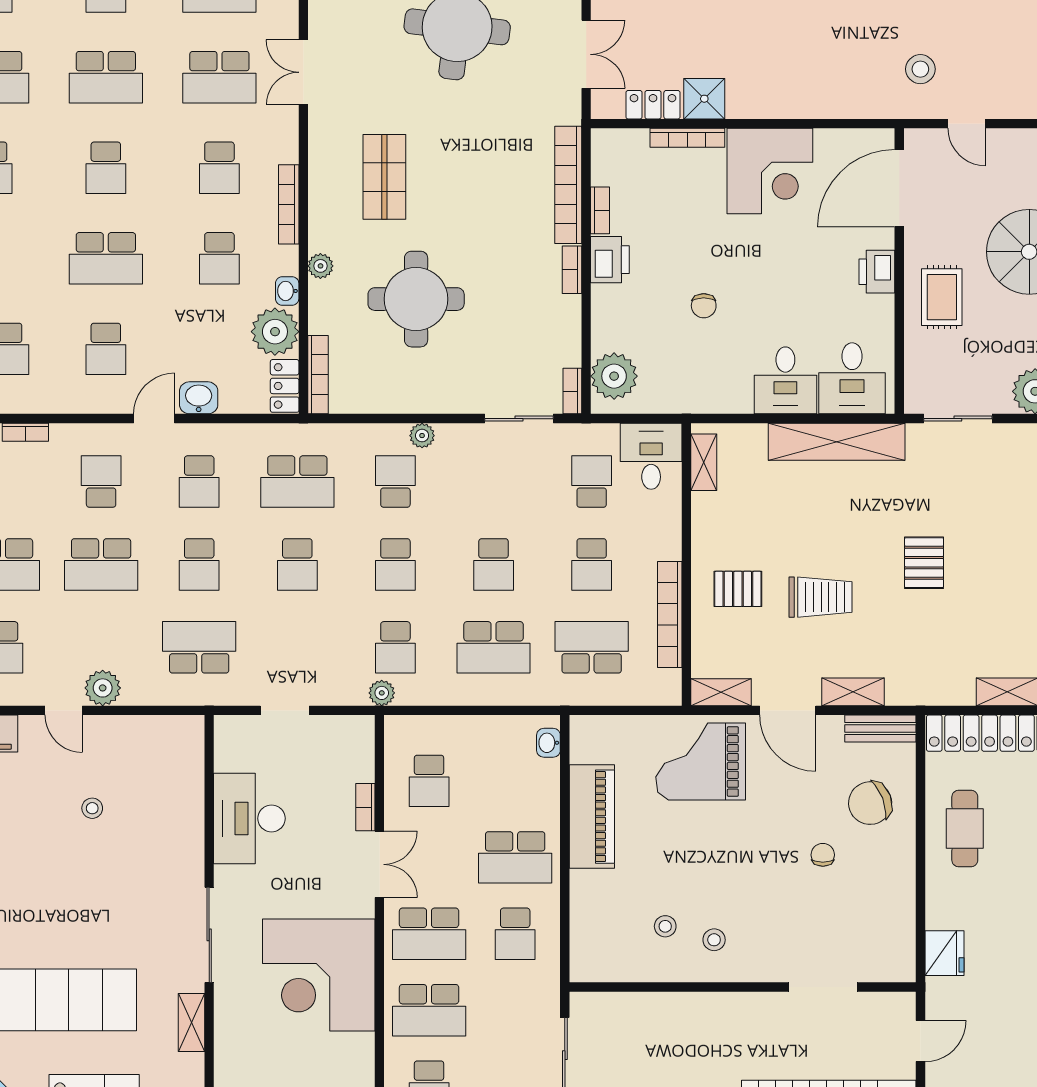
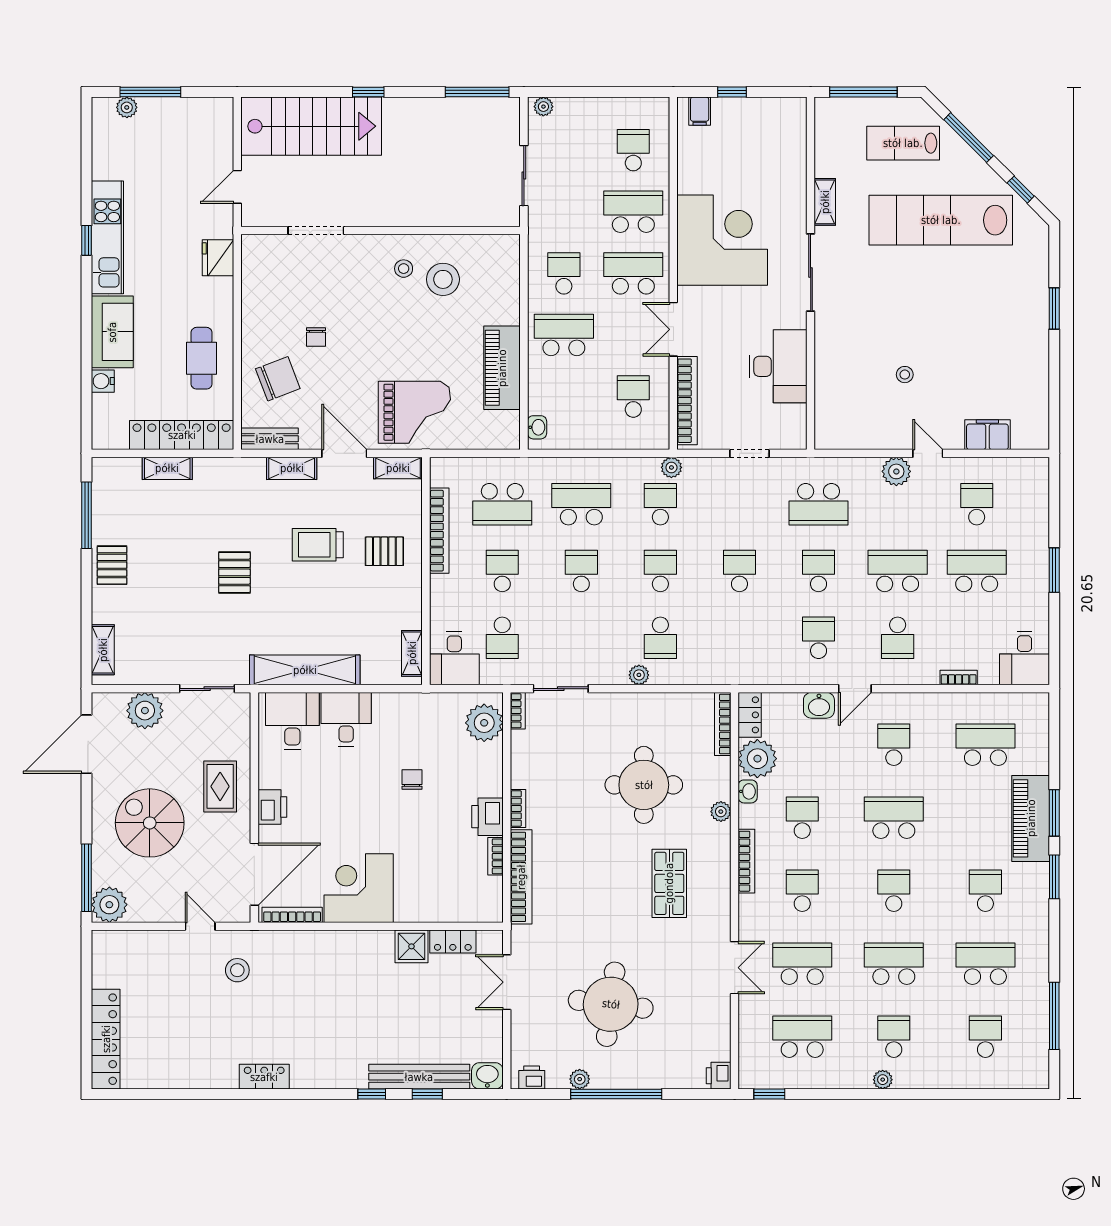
bookcase: (687, 138) -> (292, 915), moved
school desk: (297, 482) -> (739, 638), removed
bookcase: (365, 807) -> (687, 401), width x2.31, depth x1.31
stool: (665, 926) -> (443, 279), width x1.89, depth x1.89

